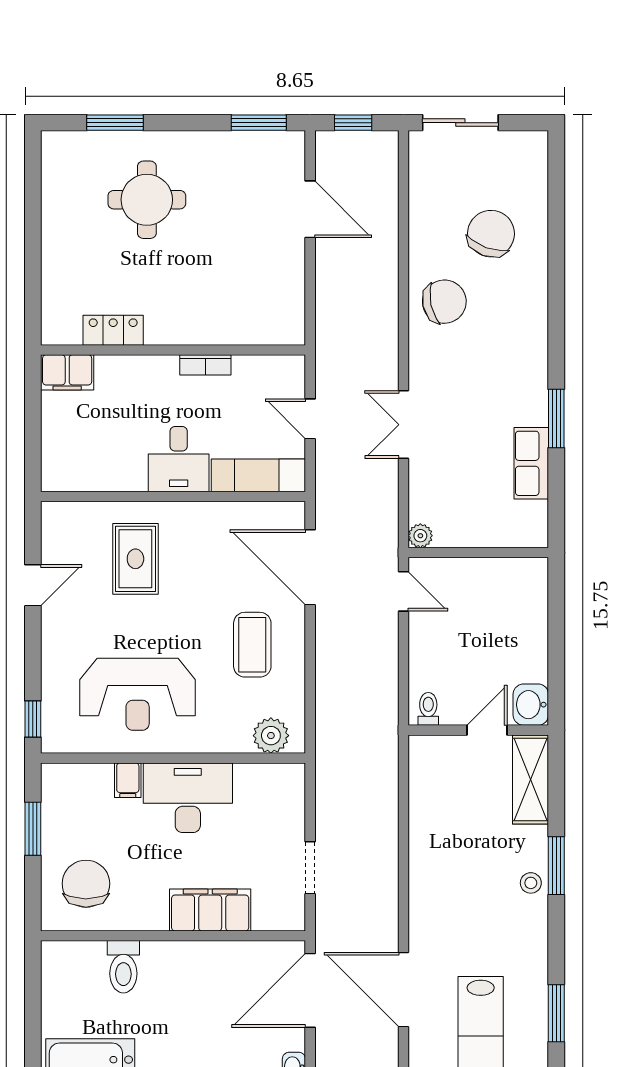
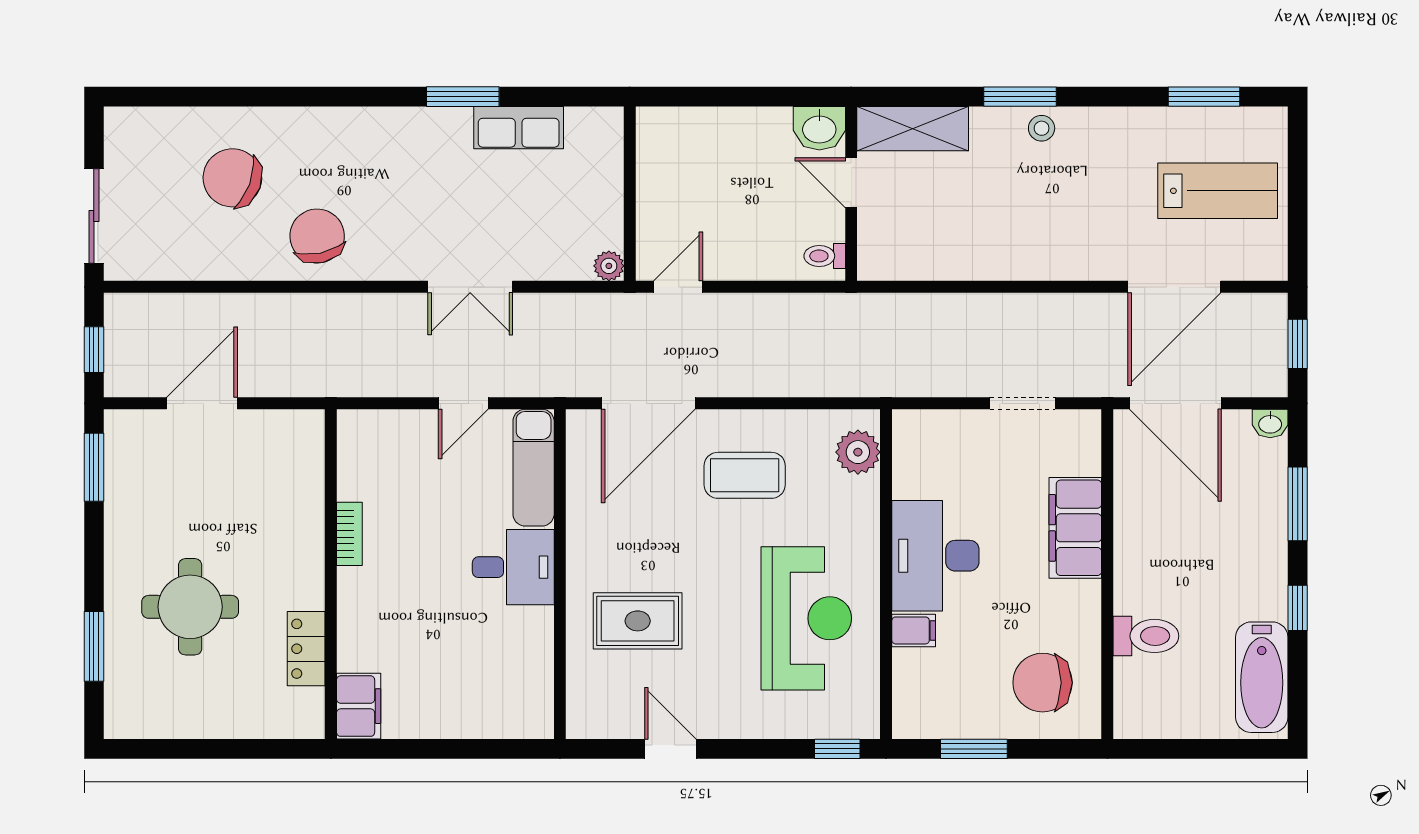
locker: (113, 330) -> (306, 649), moved
wall: (173, 350) -> (331, 574), moved
bookcase: (205, 365) -> (349, 534), moved
filing cabinet: (67, 372) -> (359, 706), moved

